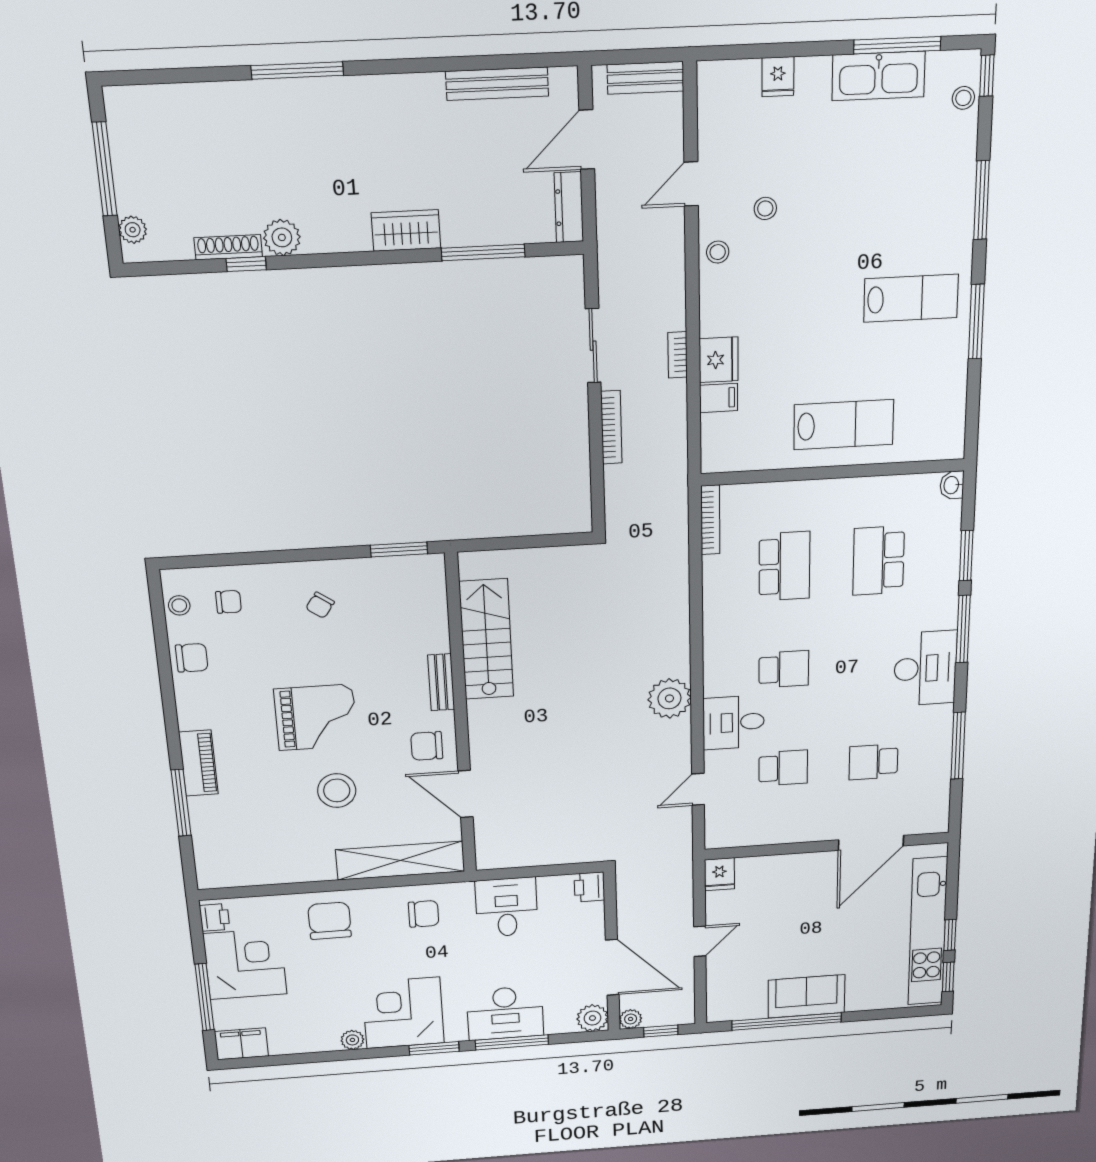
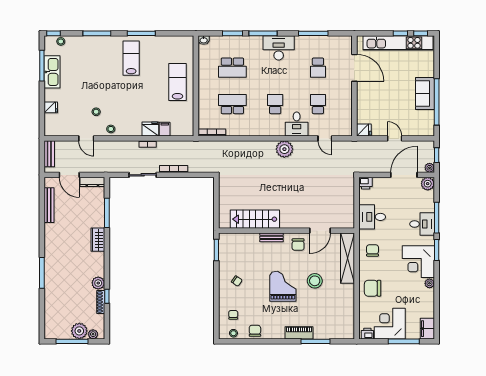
plant: (137, 189) -> (79, 331), added
desk: (505, 1013) -> (422, 224), width x0.73

